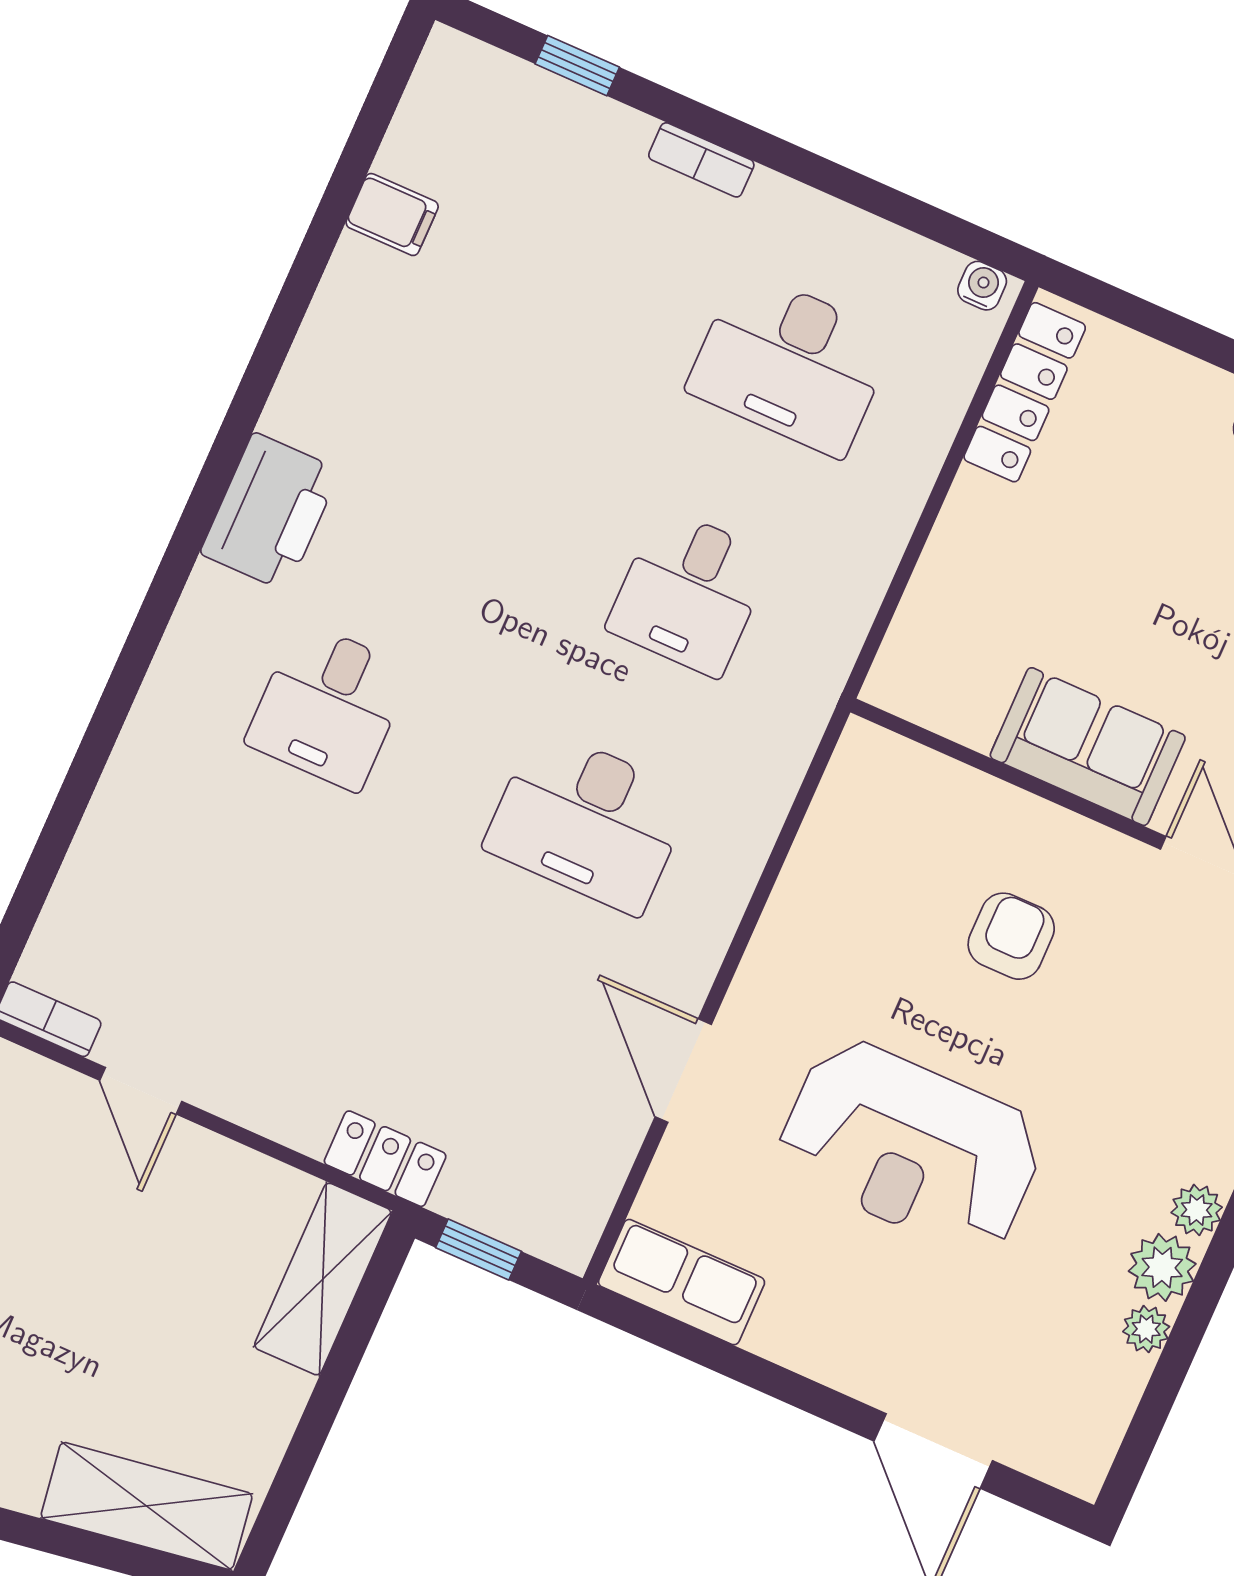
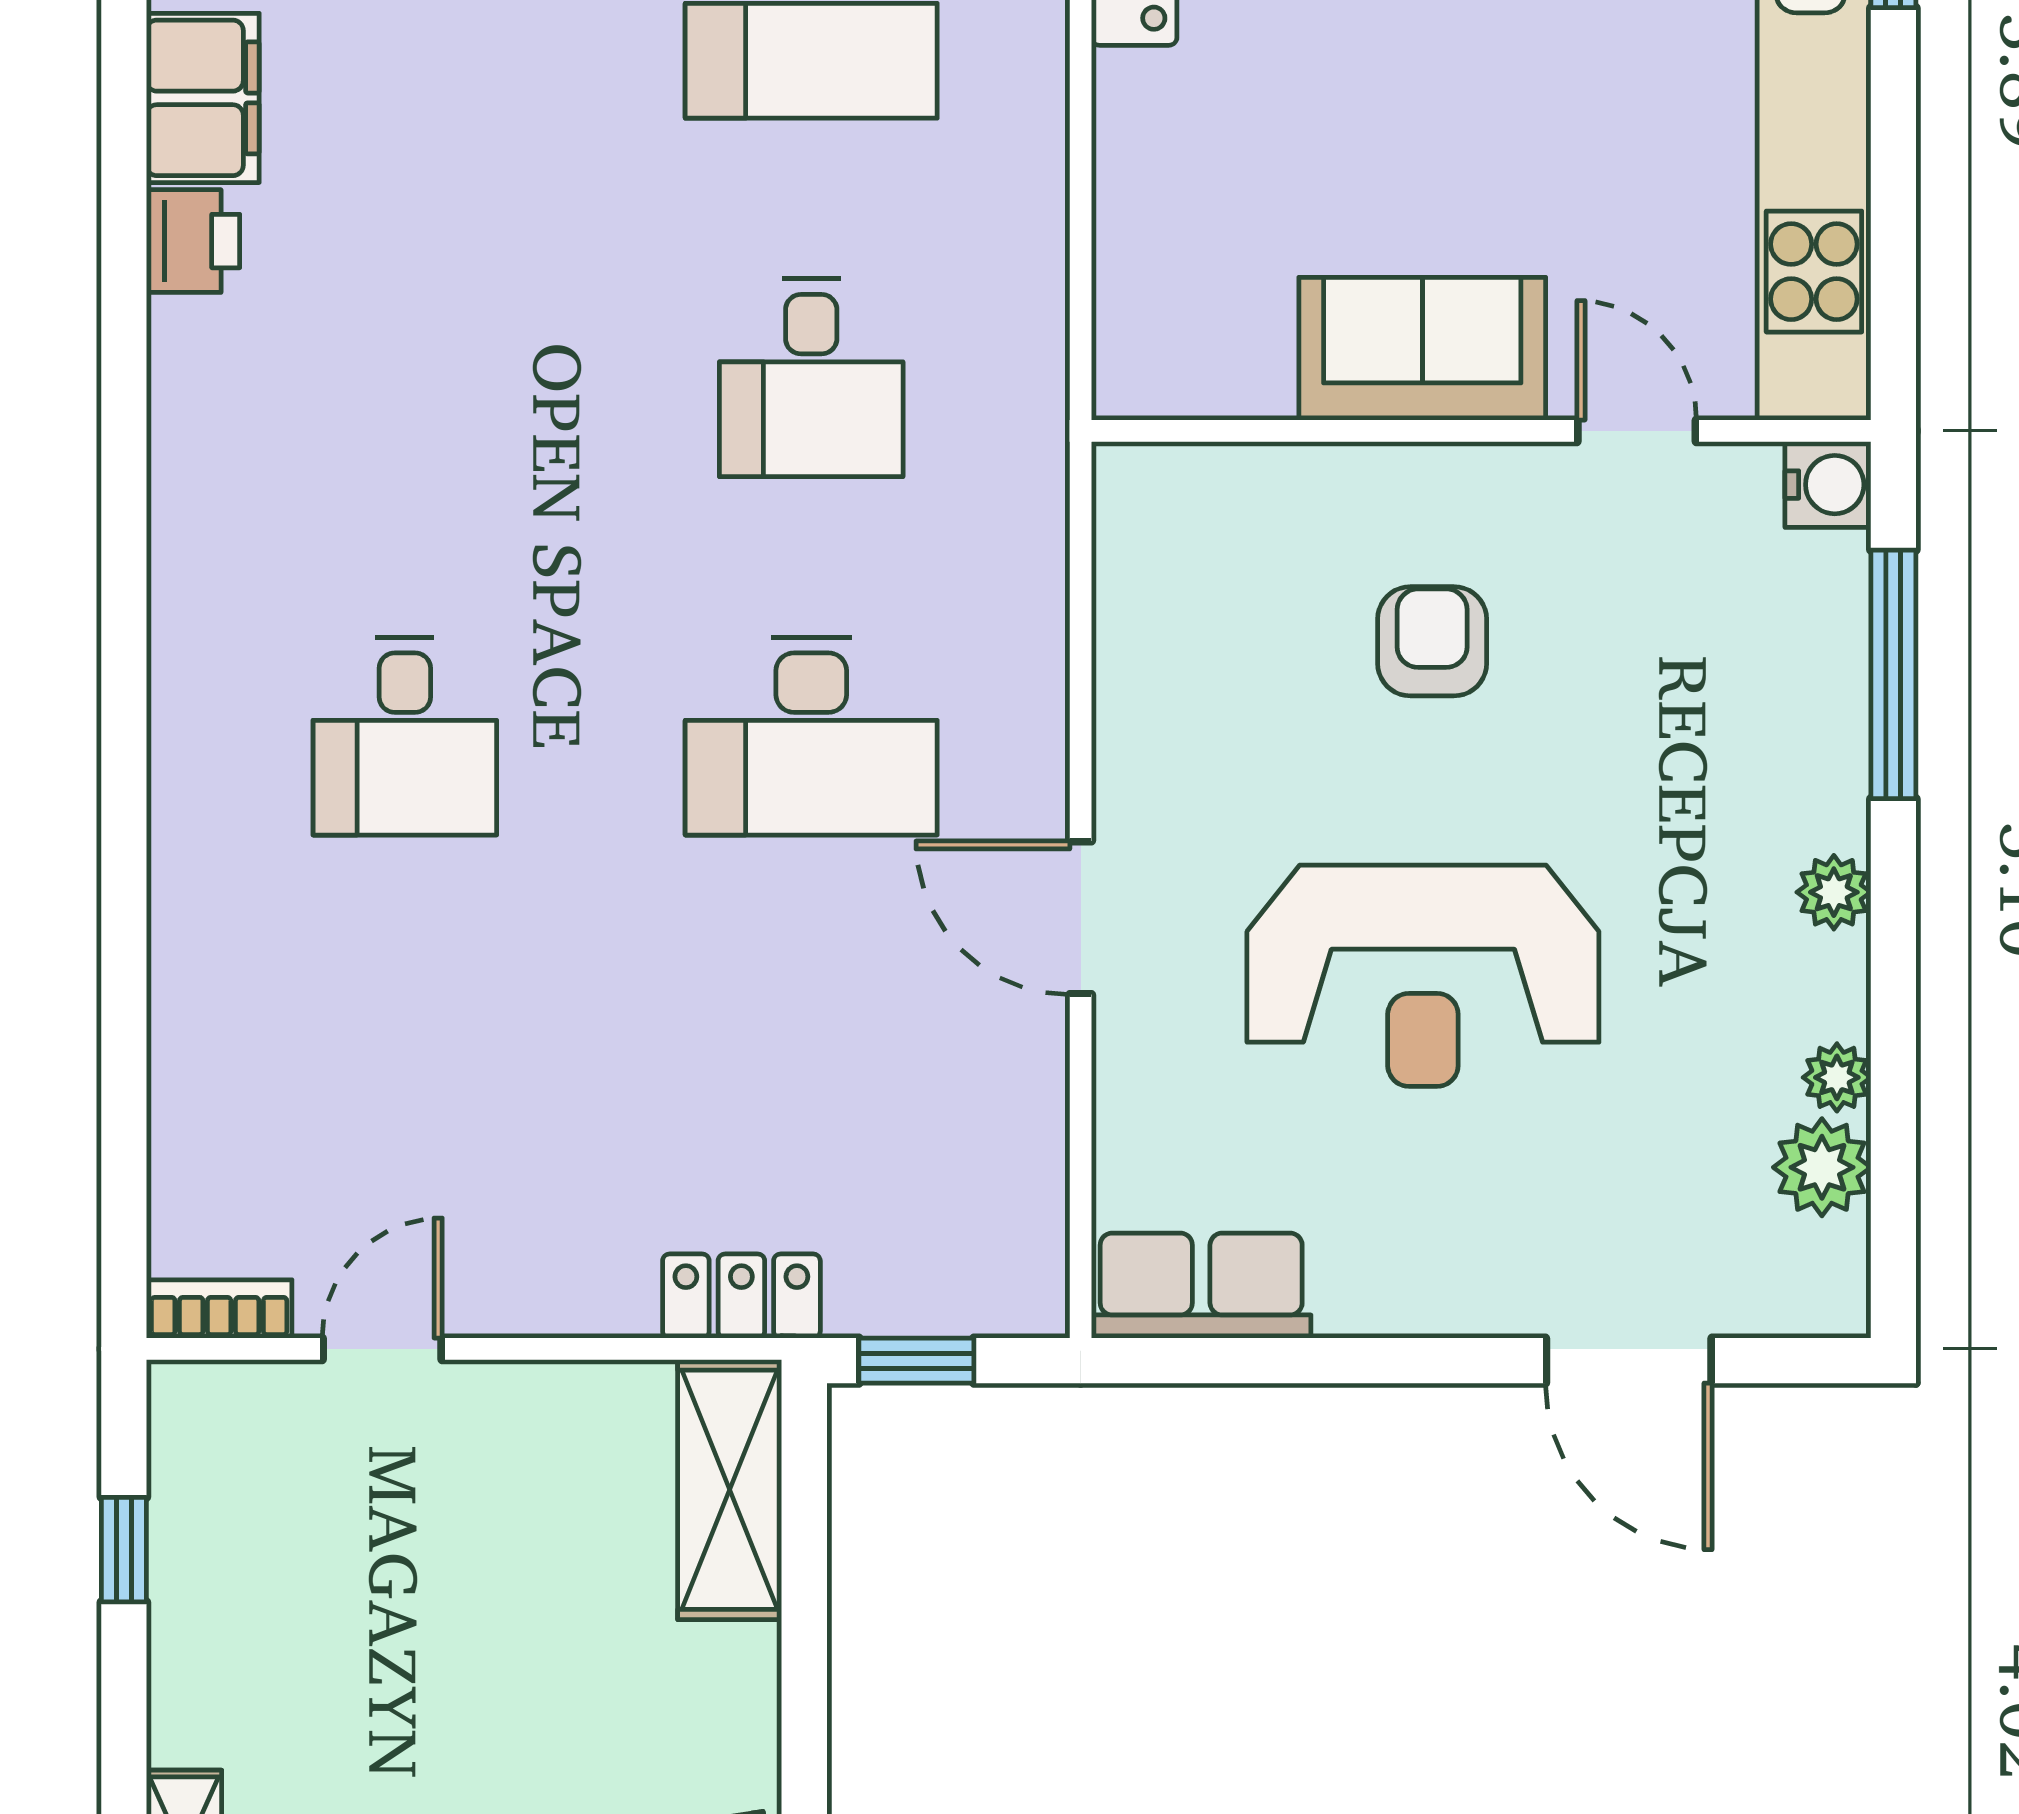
filing cabinet: (392, 215) -> (203, 98), width x2.00
printer: (270, 512) -> (193, 241), moved, width x0.53, depth x0.68
door: (683, 1071) -> (1081, 918), moved
door: (141, 1091) -> (382, 1349), swing flipped
plant: (1162, 1267) -> (1822, 1167), moved

